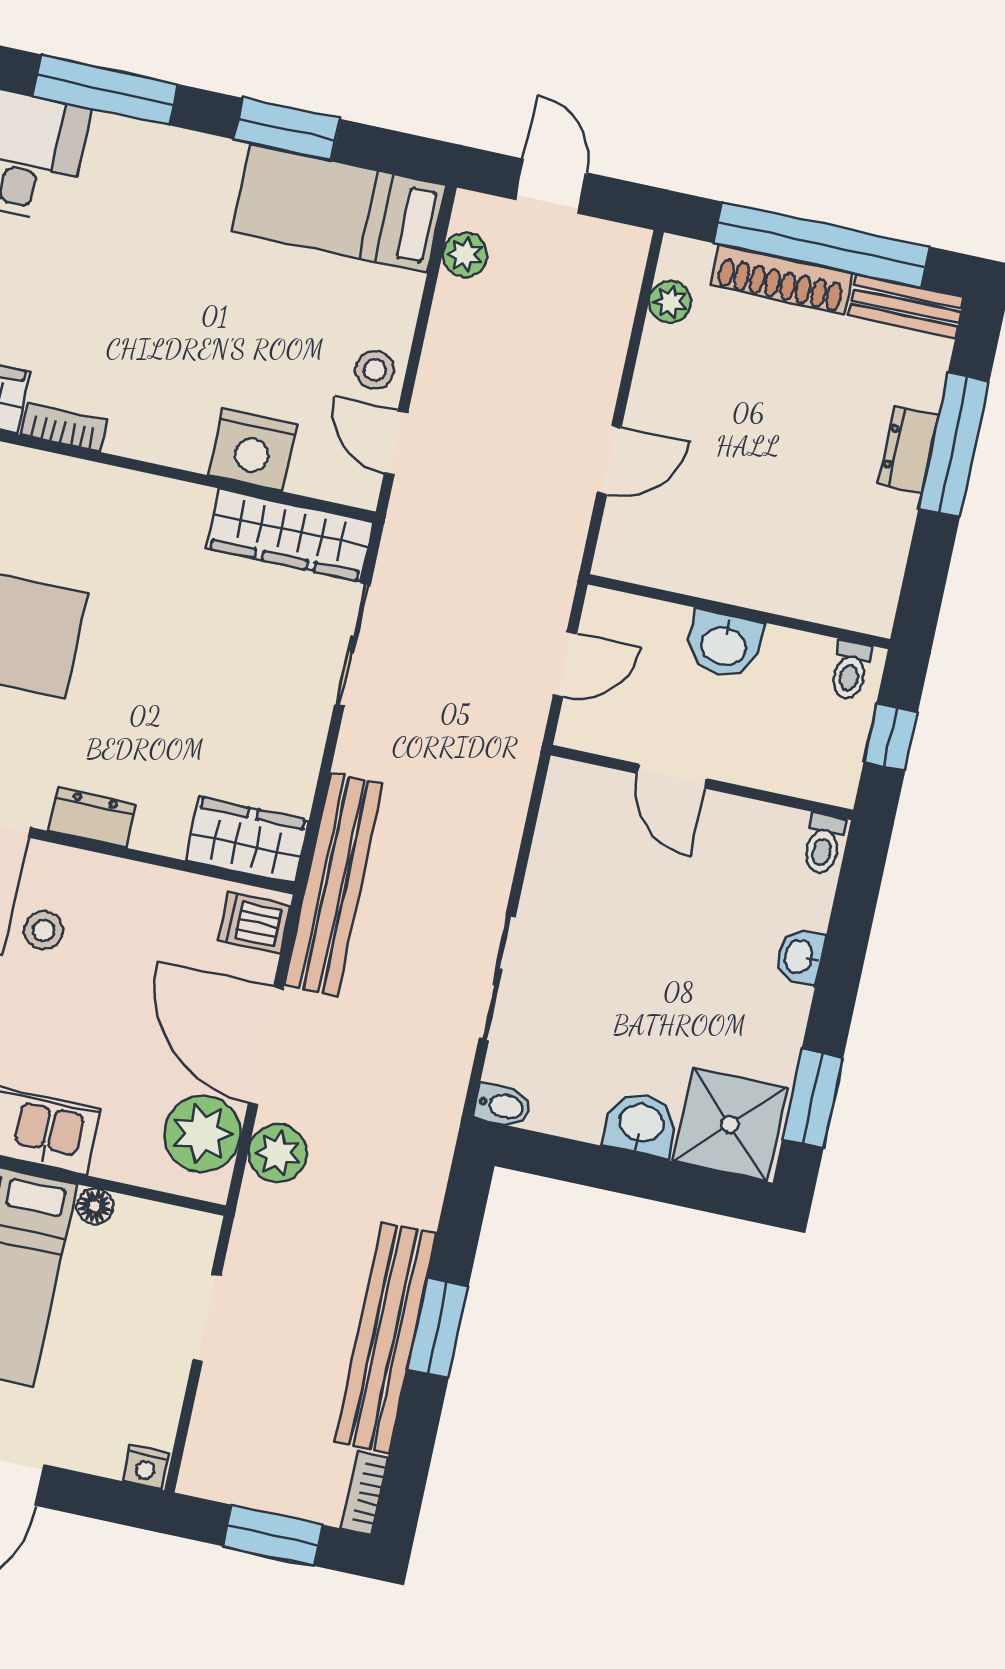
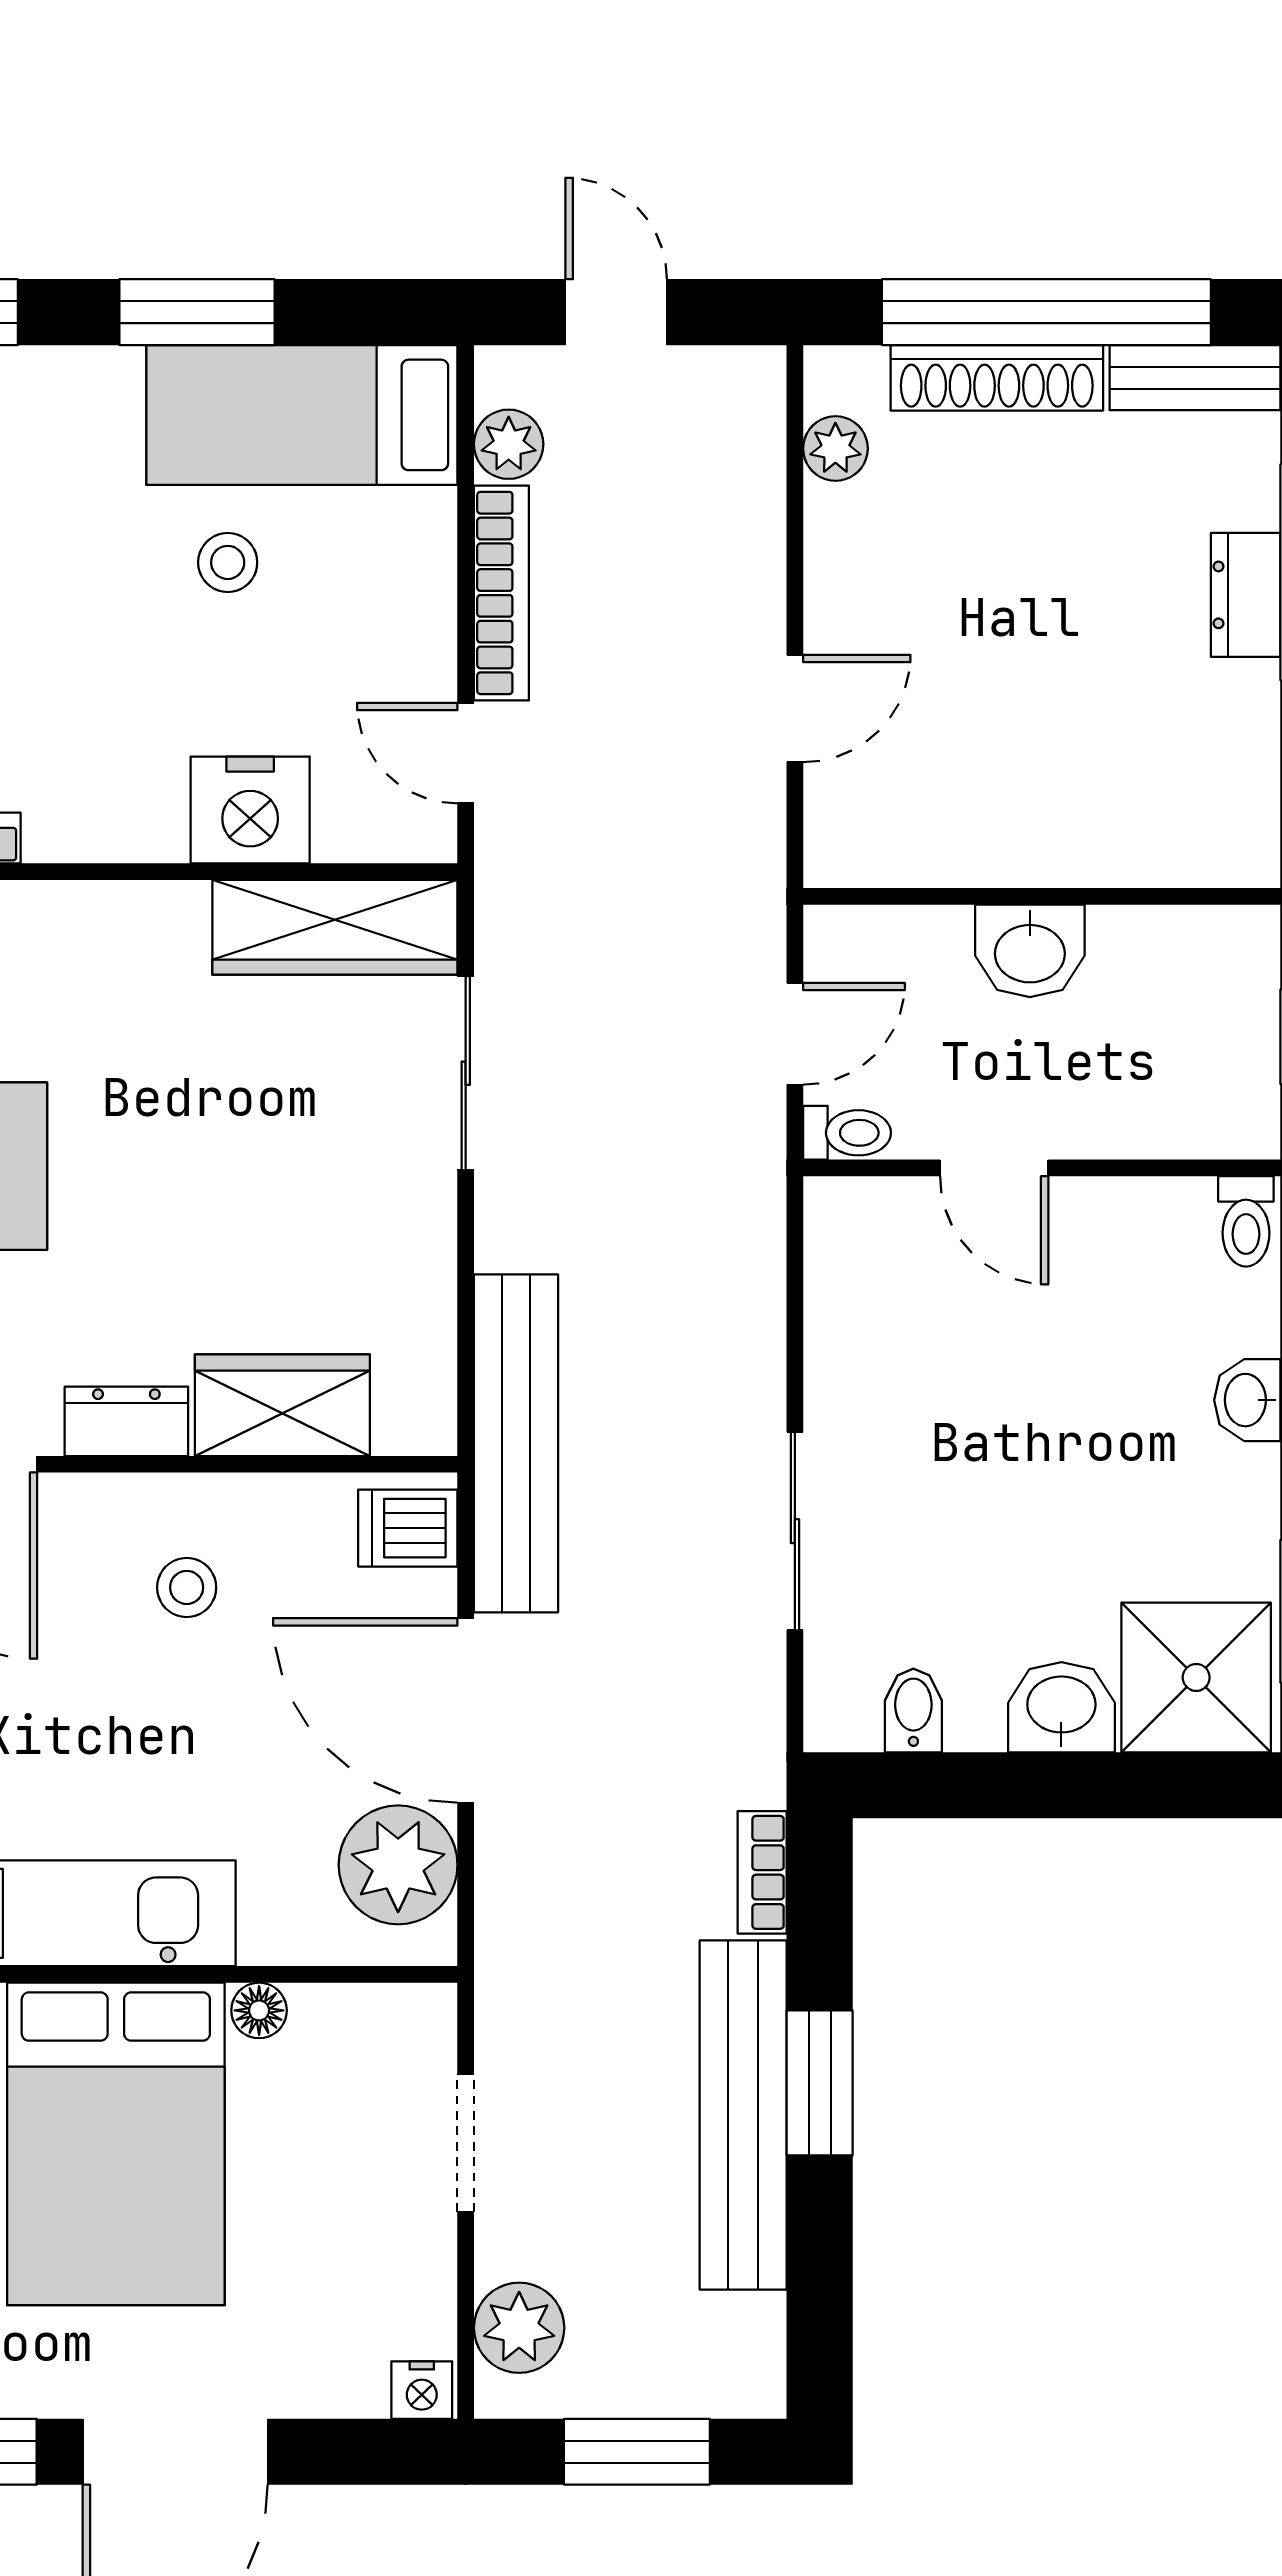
bookcase: (440, 347) -> (501, 593), added
stool: (375, 370) -> (228, 562), moved
toilet: (850, 670) -> (847, 1133), moved, turned -90
wardrobe: (247, 840) -> (282, 1405), moved
stool: (43, 930) -> (187, 1587), moved
bidet: (503, 1106) -> (913, 1710), moved, turned -90
plant: (278, 1153) -> (519, 2328), moved
bookcase: (364, 1493) -> (762, 1872), moved

